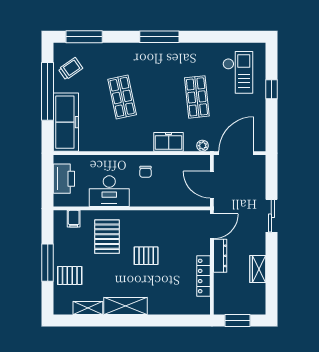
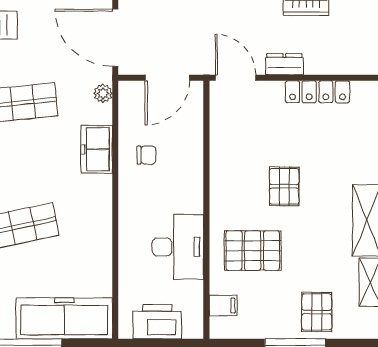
chair: (146, 172) -> (146, 155), moved
dresser: (220, 256) -> (284, 64), width x0.70

